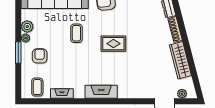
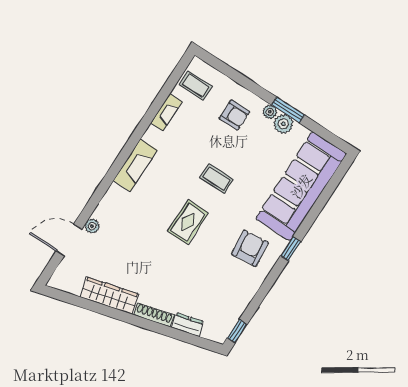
coffee table: (76, 33) -> (217, 179), moved
window: (18, 53) -> (288, 110), moved
plant: (182, 94) -> (92, 226), moved

